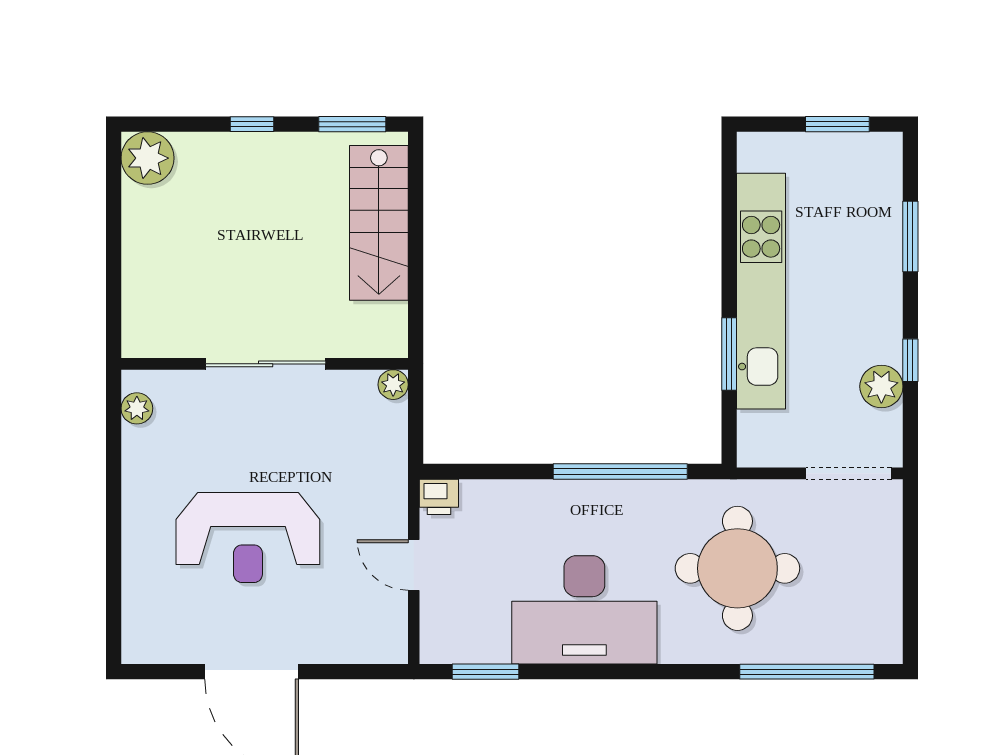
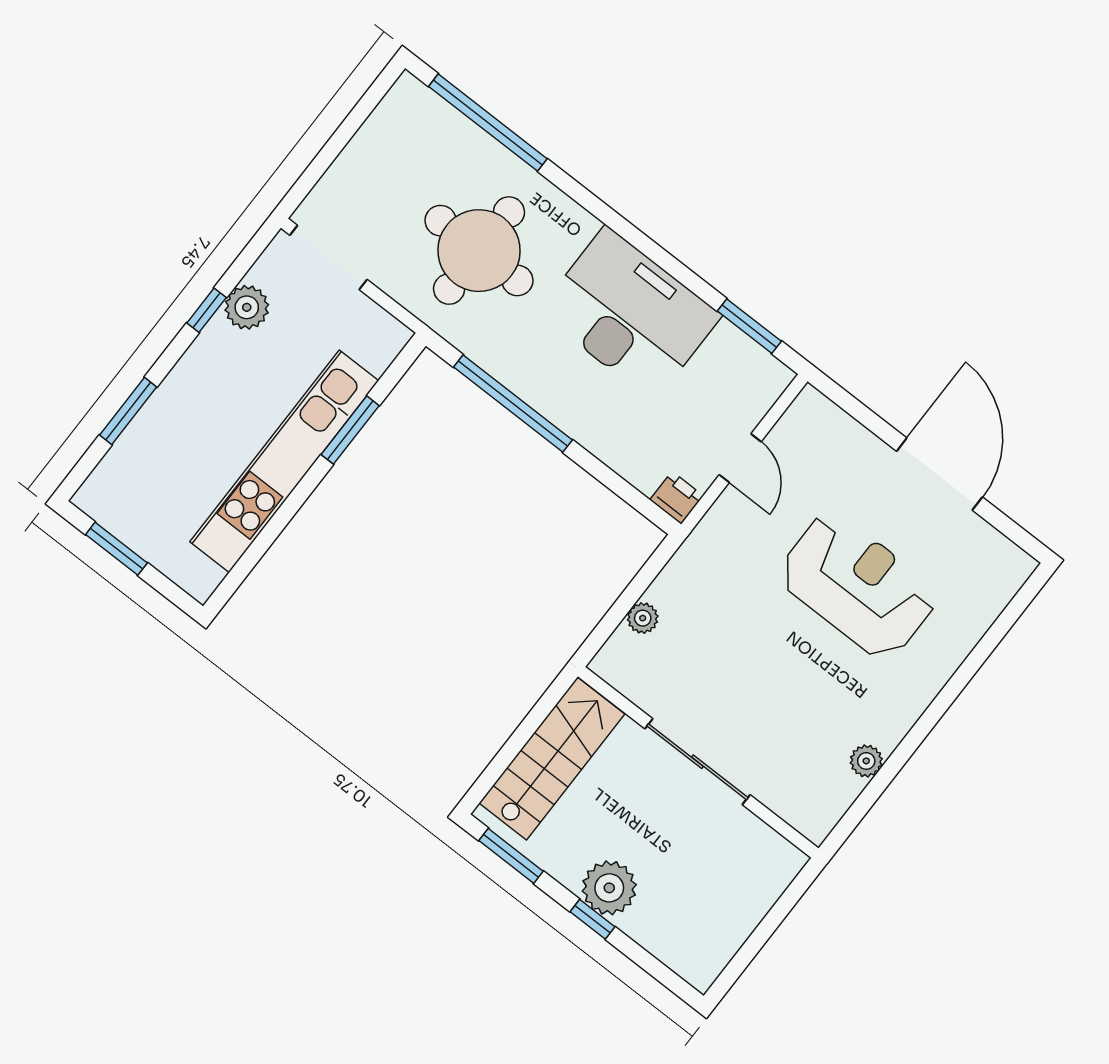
plant: (148, 158) -> (609, 888), moved
wall: (265, 364) -> (698, 762), moved
sliding door: (266, 364) -> (697, 762), moved

